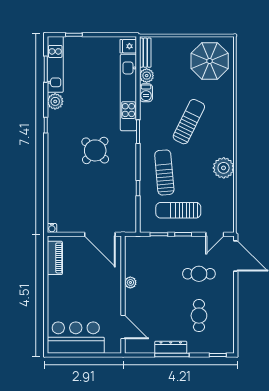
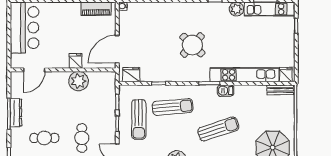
plant: (147, 76) -> (260, 91), removed
barbecue: (146, 93) -> (226, 91), moved
sun lounger: (189, 122) -> (218, 129), turned -44
sun lounger: (178, 210) -> (139, 119), turned 180
fridge: (128, 219) -> (131, 75), added
fridge: (113, 281) -> (76, 61), added
plant: (130, 282) -> (79, 81), width x1.88, depth x1.88

